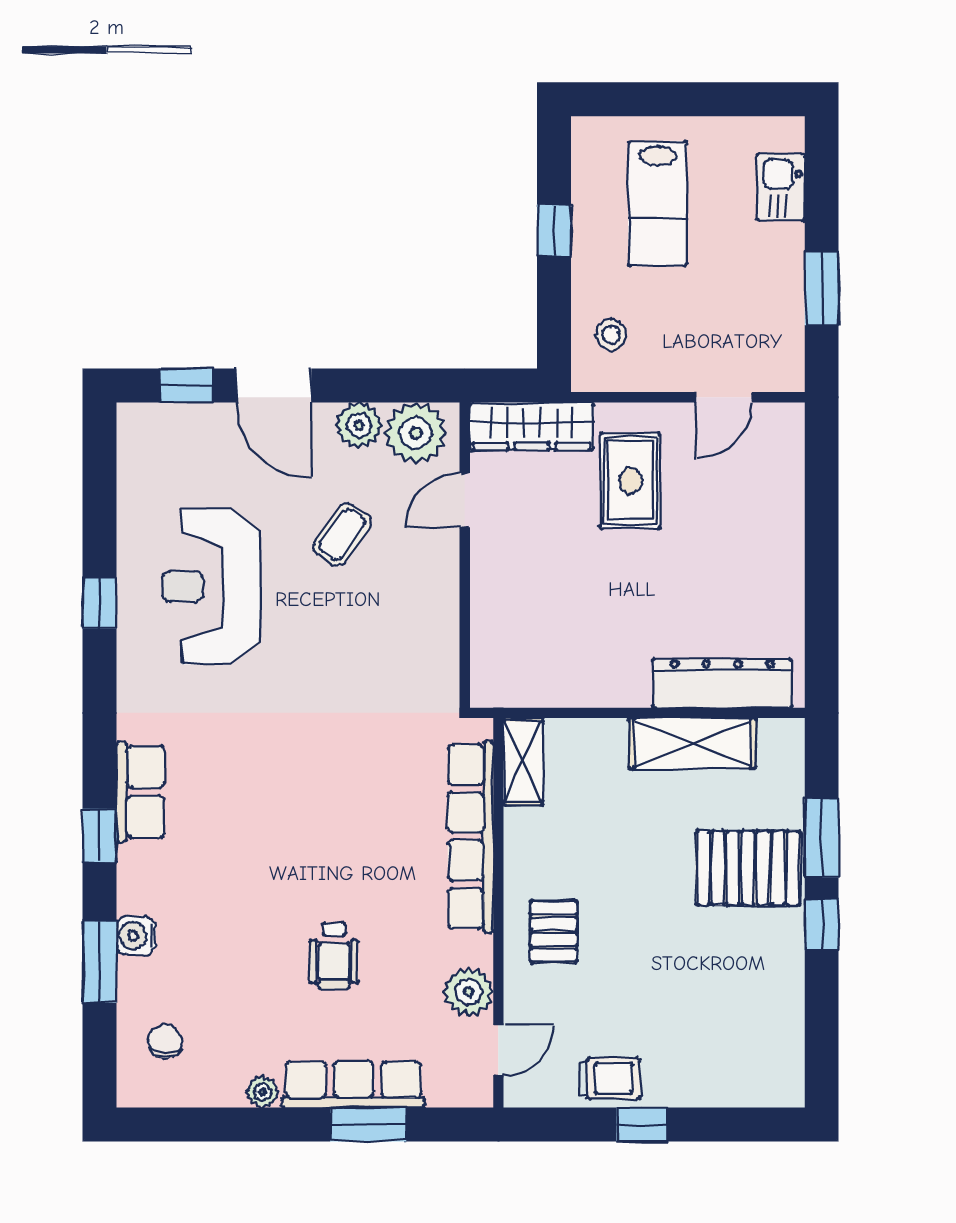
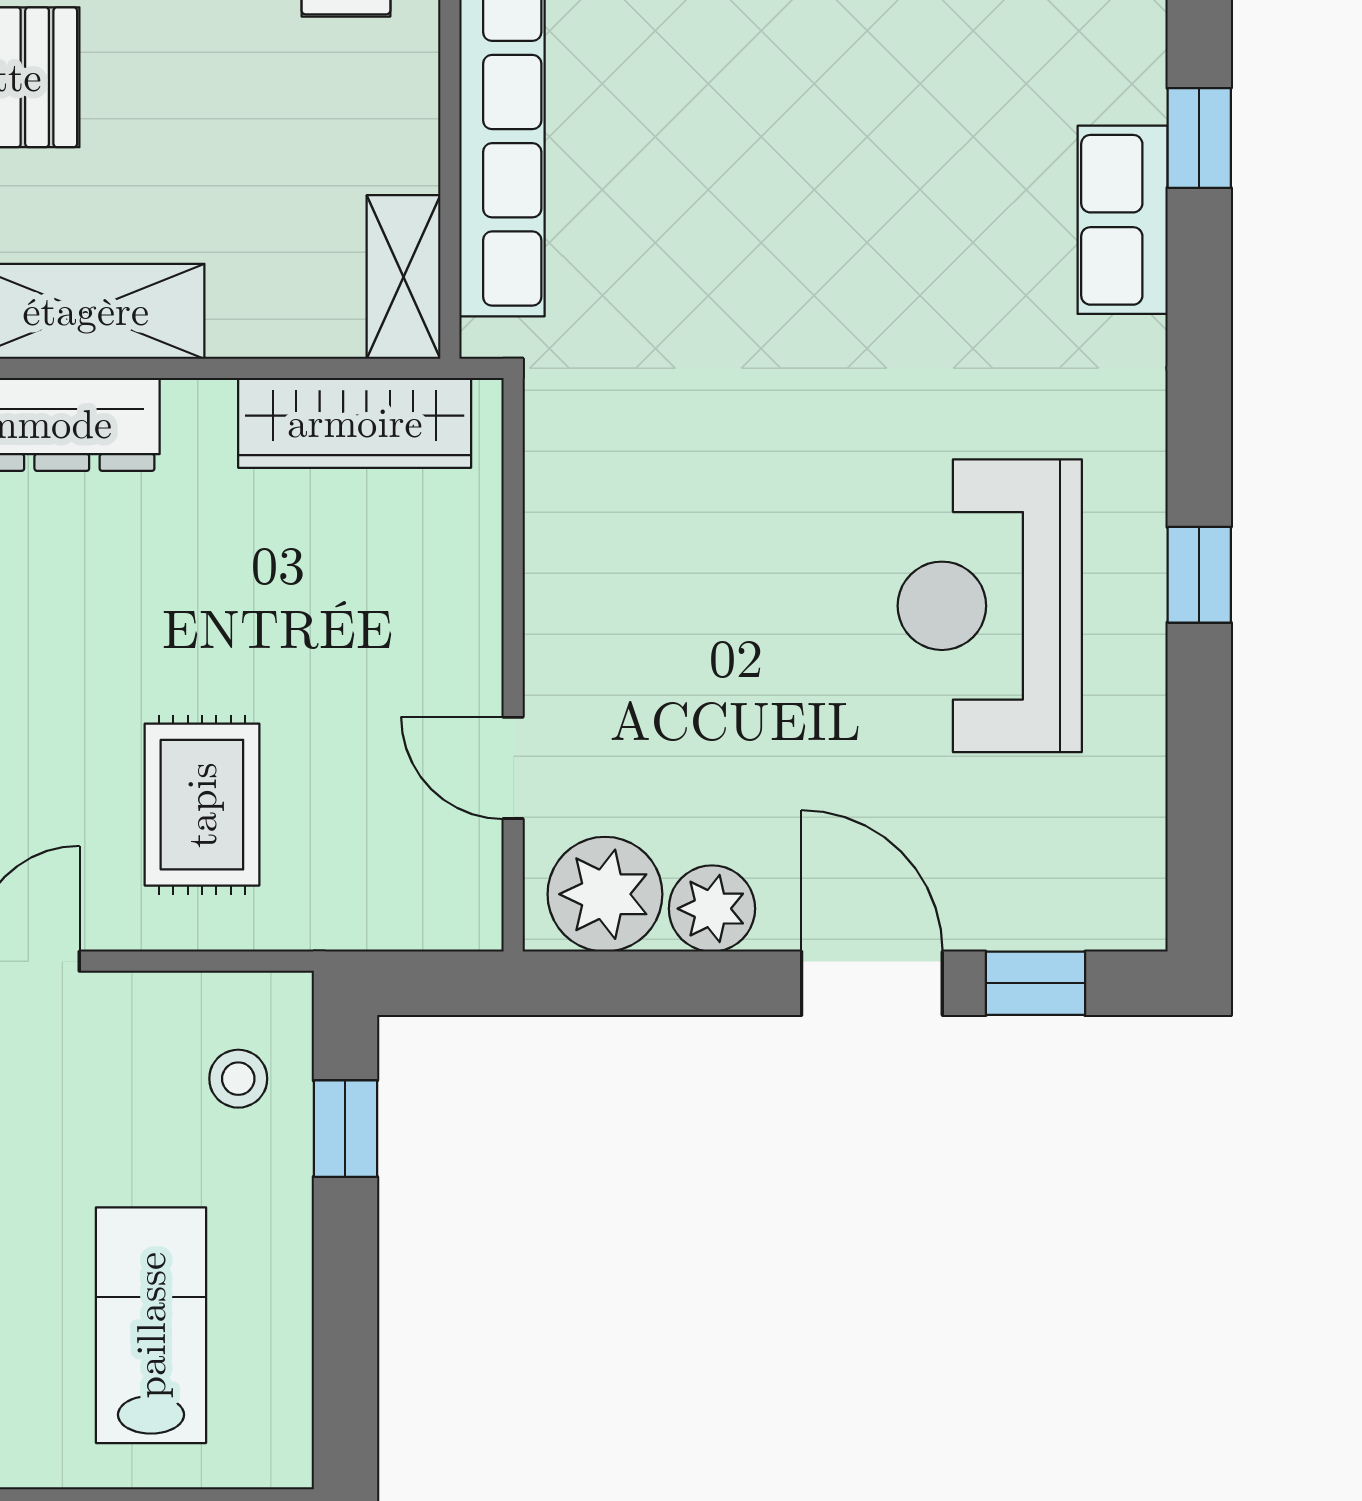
window: (554, 230) -> (345, 1129), moved
wardrobe: (532, 426) -> (355, 423), moved, turned 180
door: (465, 500) -> (513, 768), swing flipped
coffee table: (342, 534) -> (743, 704), removed
reception desk: (211, 586) -> (990, 606), turned 180

